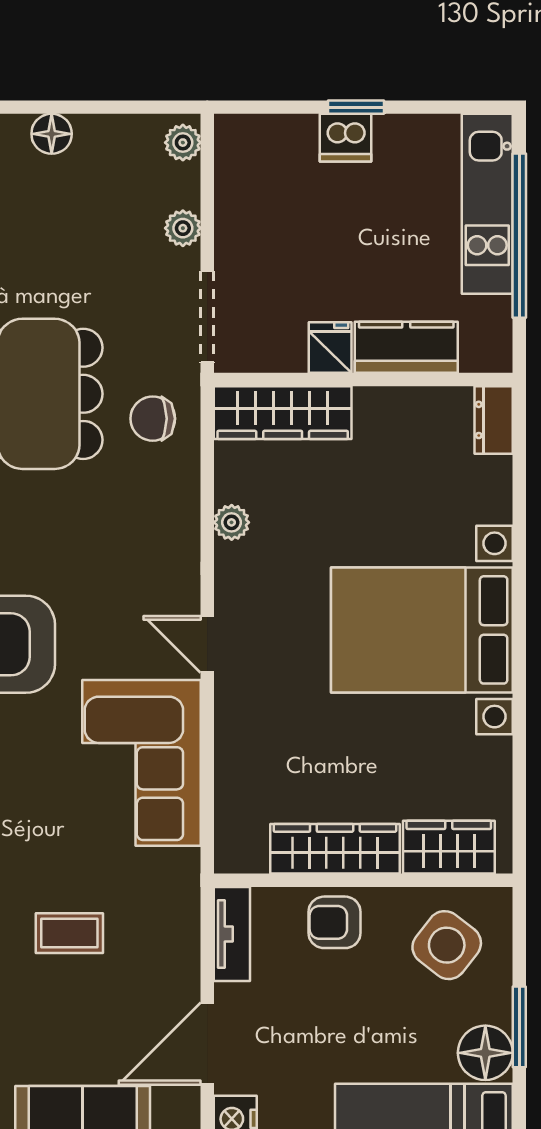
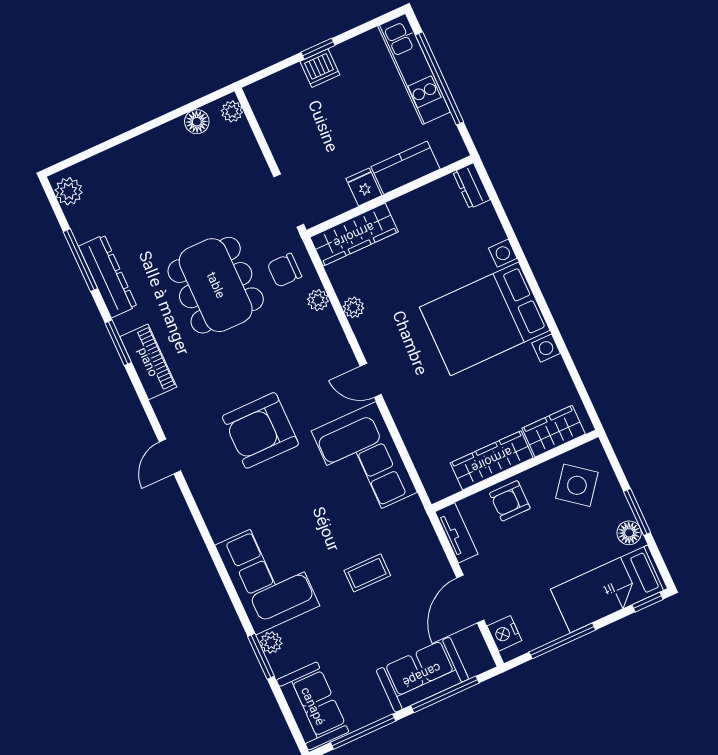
floor lamp: (52, 134) -> (197, 122), moved
plant: (183, 228) -> (318, 300), moved
floor lamp: (485, 1053) -> (629, 533), width x0.73, depth x0.73

